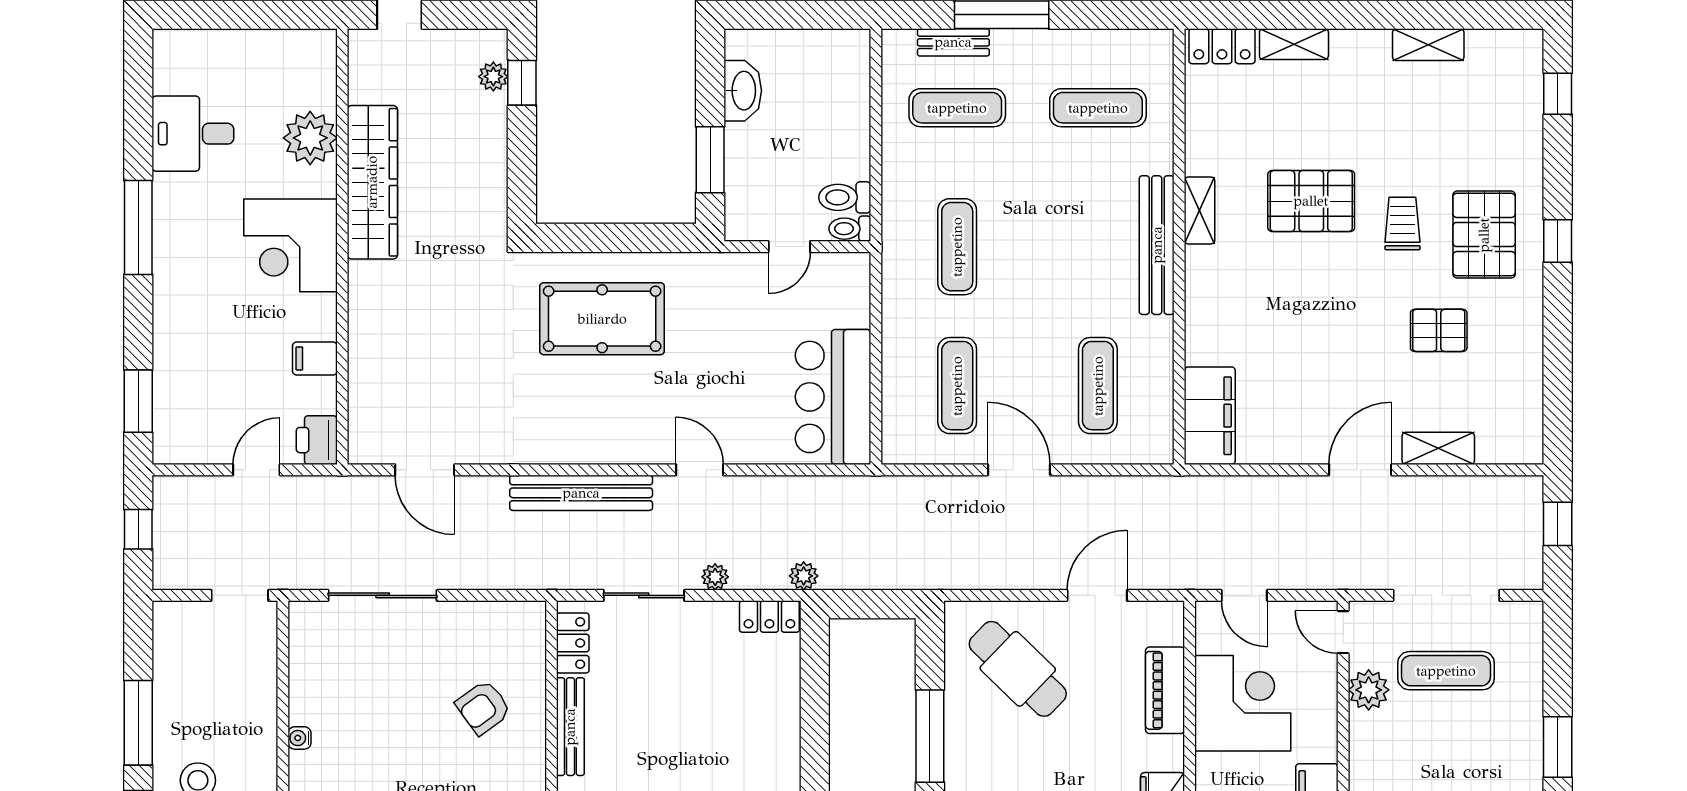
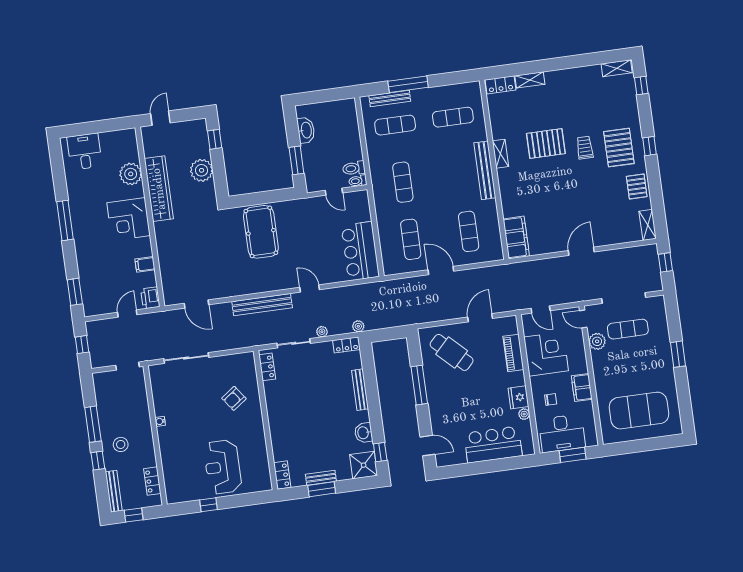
bench: (953, 42) -> (390, 98), width x1.36
shelving: (1428, 45) -> (617, 68), moved
plant: (493, 77) -> (202, 170), moved, width x1.88, depth x1.88
desk: (193, 134) -> (84, 152), moved, turned 90
door: (789, 247) -> (334, 192), hinge flipped
pool table: (602, 319) -> (261, 232), turned 90
pallet: (1439, 330) -> (637, 187), moved, turned 90
shelving: (1438, 448) -> (648, 225), moved, turned 90
bench: (570, 727) -> (360, 390), moved

